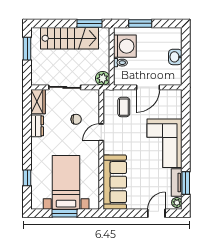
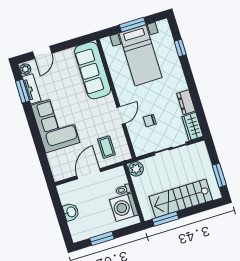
window: (140, 23) -> (102, 238), moved

